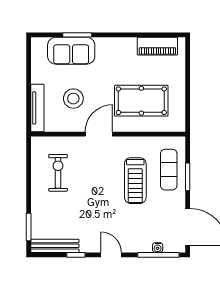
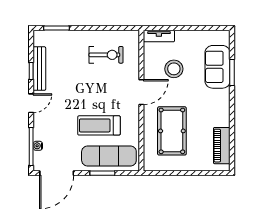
tv unit: (37, 108) -> (159, 36), width x0.71
door: (99, 134) -> (141, 92), hinge flipped
exercise mat: (169, 170) -> (109, 156), width x1.36, depth x1.45
bench: (55, 246) -> (39, 69), moved

